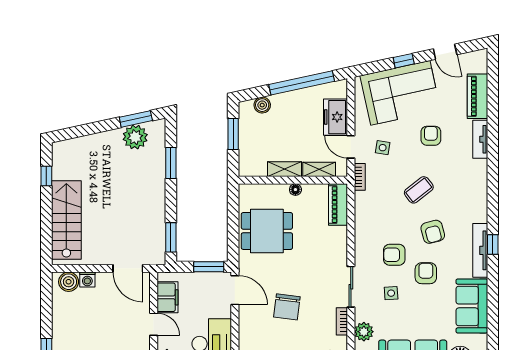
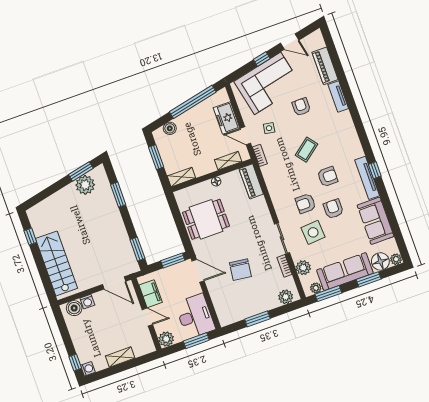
shelving: (285, 169) -> (181, 177), moved
armchair: (433, 232) -> (328, 177), turned -75
side table: (391, 293) -> (313, 232), width x1.87, depth x1.87

